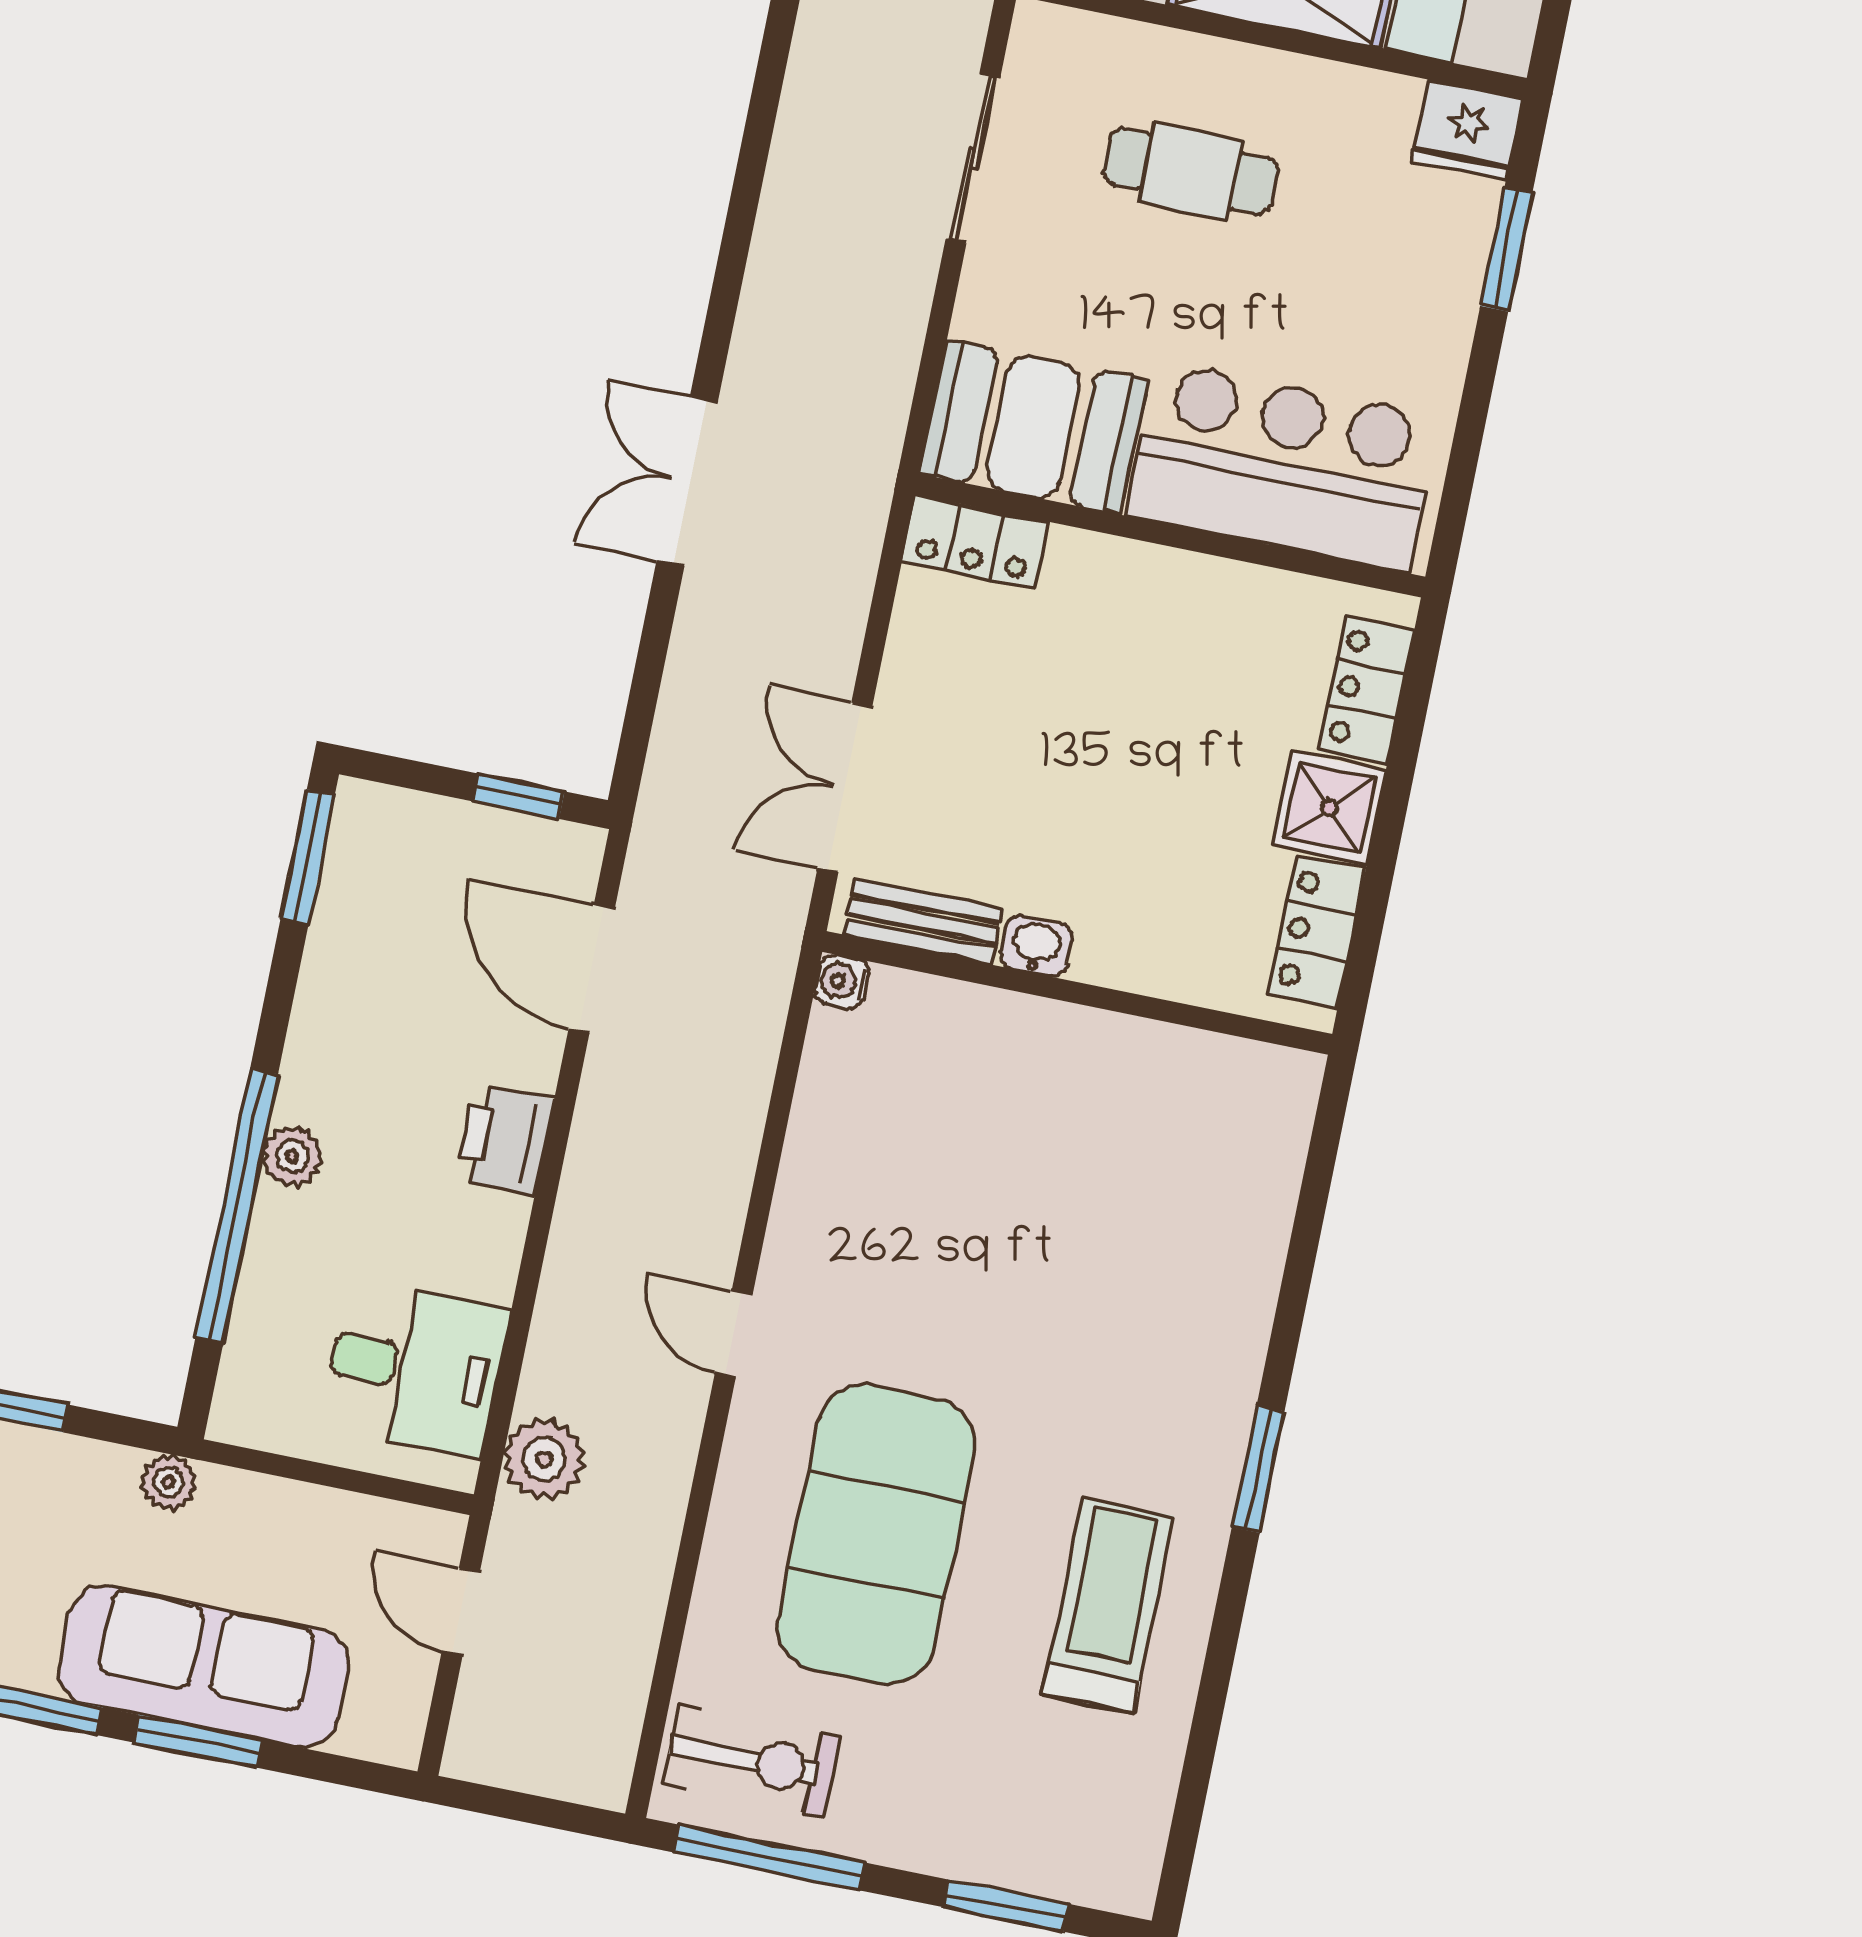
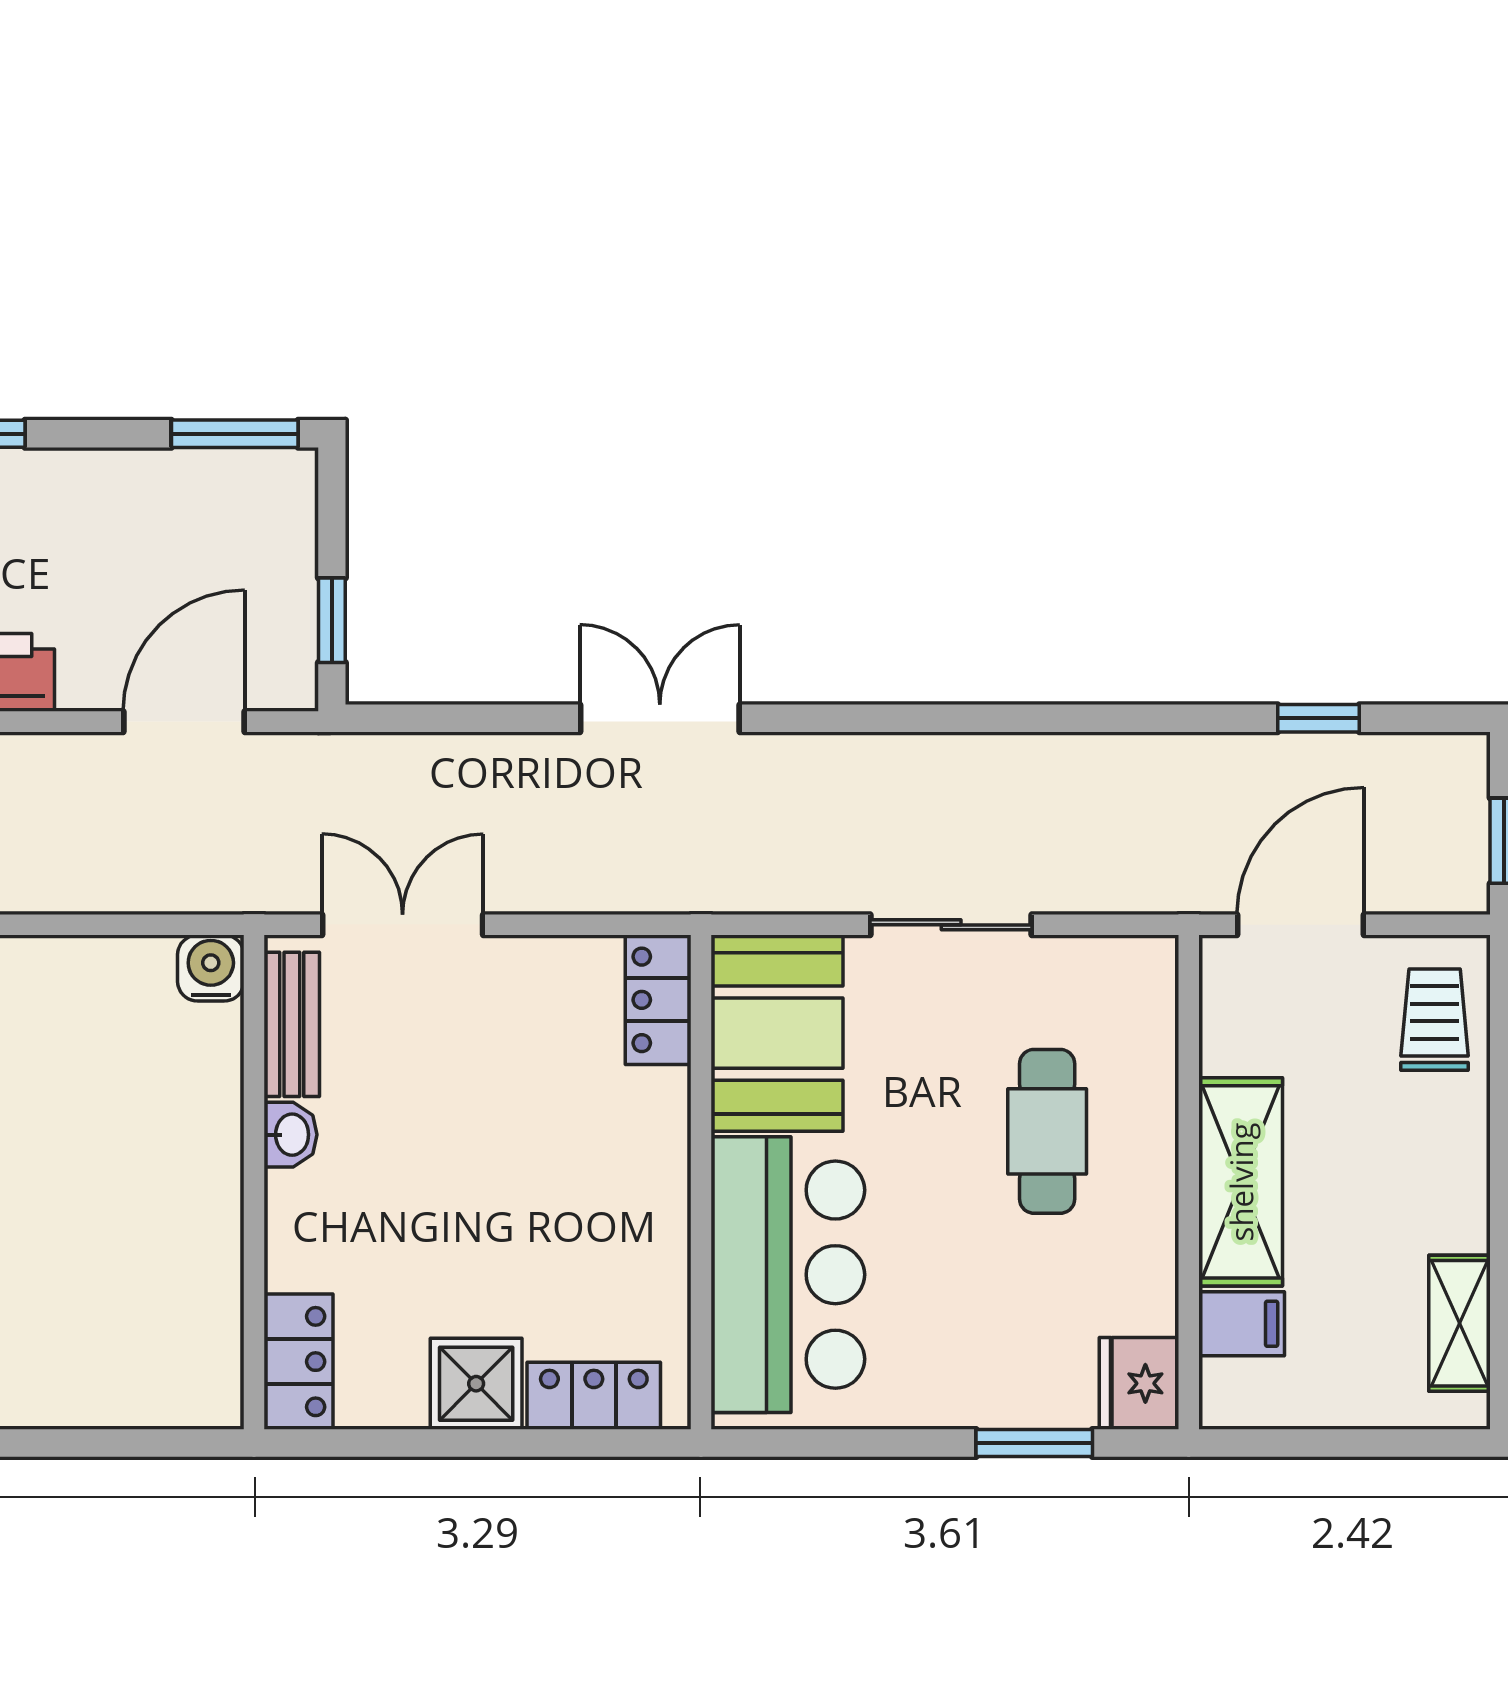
sliding door: (973, 158) -> (951, 925), moved
locker: (1317, 932) -> (298, 1362), moved, turned 90
water cooler: (842, 981) -> (211, 968), width x1.38, depth x1.38

